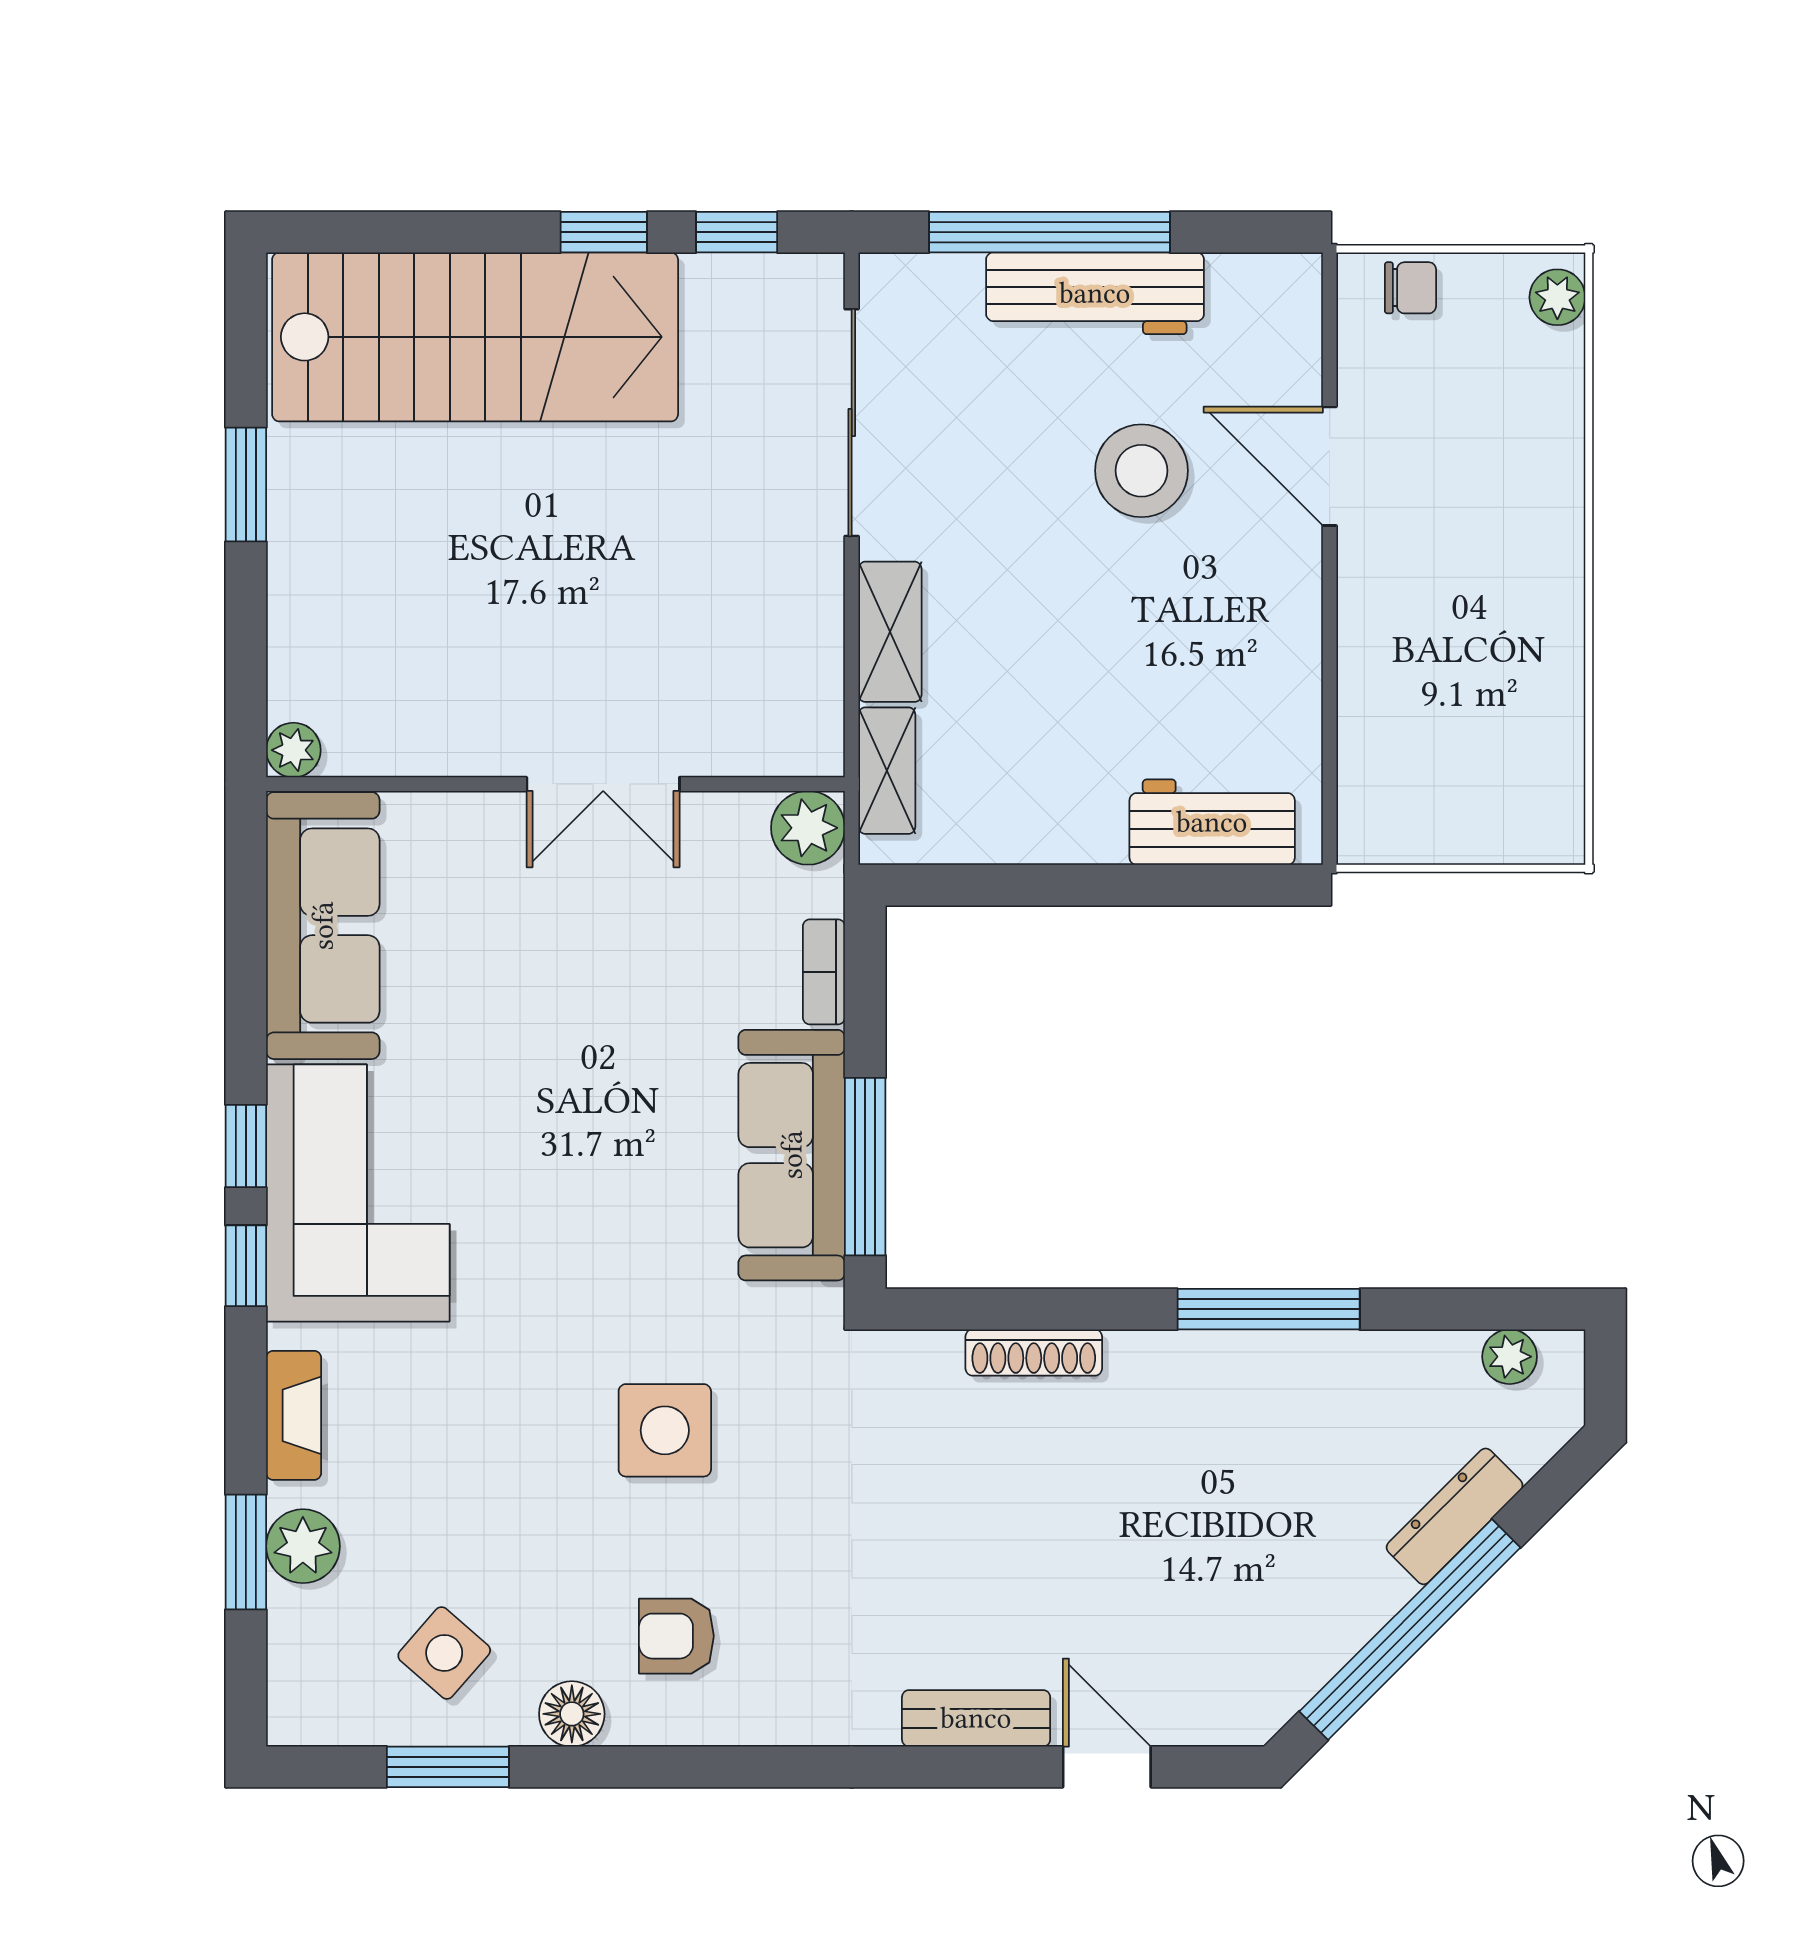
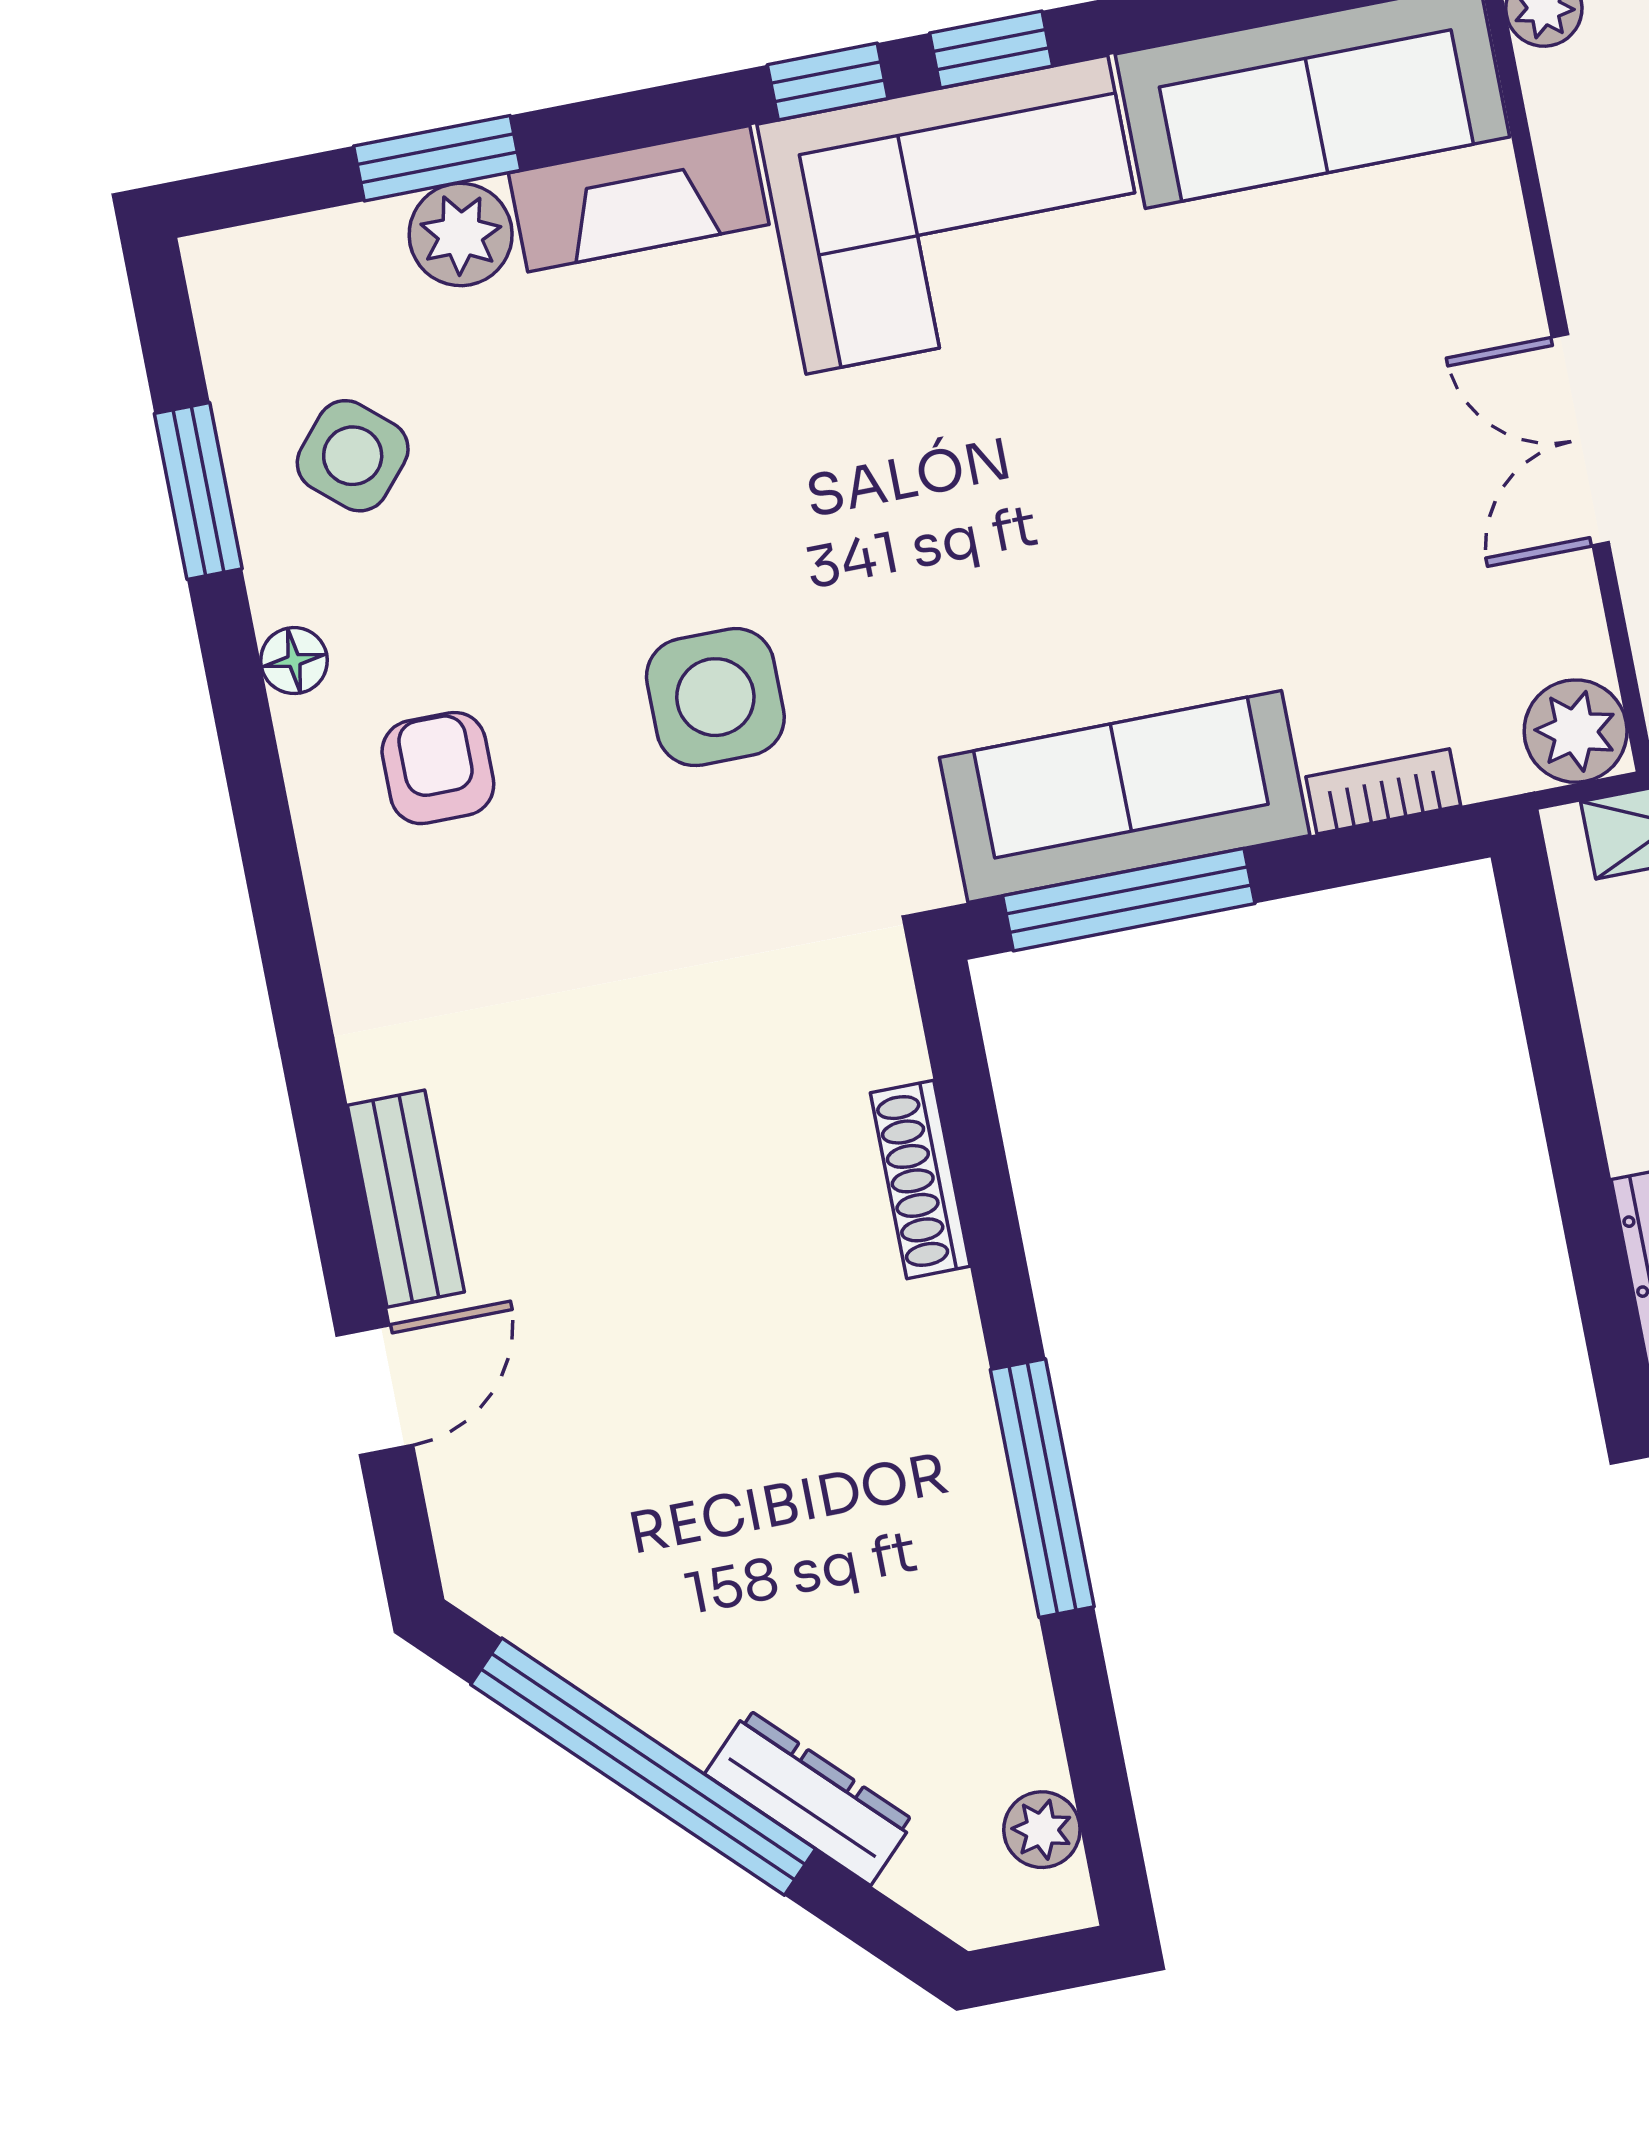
fireplace: (294, 1415) -> (639, 199), width x1.37, depth x1.32
floor lamp: (572, 1714) -> (294, 661), width x0.73, depth x0.73

